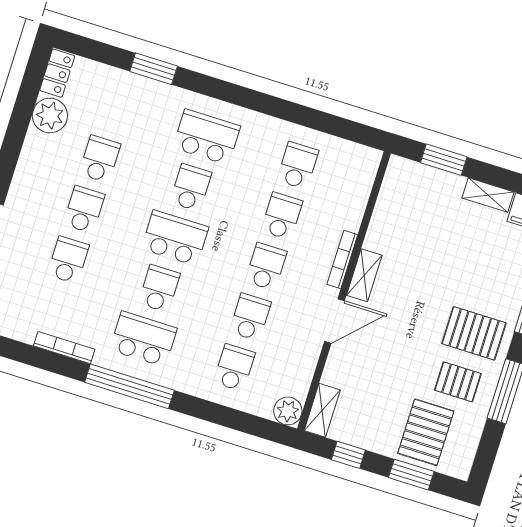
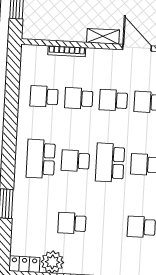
school desk: (84, 209) -> (107, 225), removed
bookcase: (342, 260) -> (67, 51), moved

